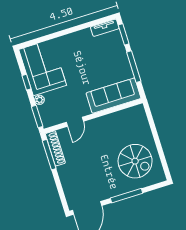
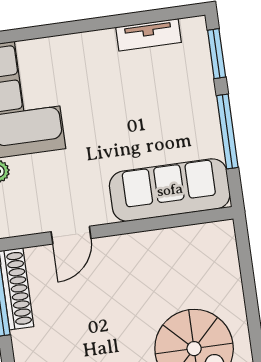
tv unit: (105, 28) -> (148, 35), moved

